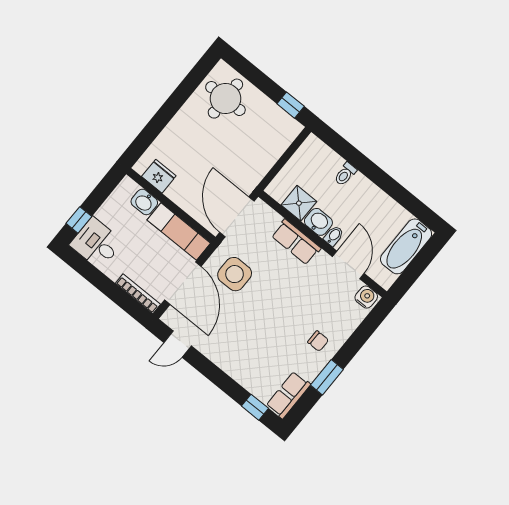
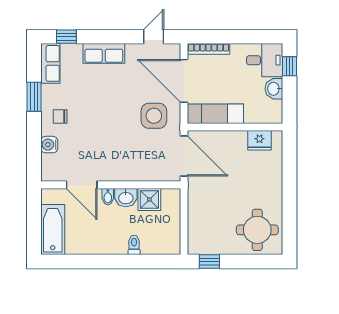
washbasin: (144, 202) -> (274, 89), moved, turned -90
row of seats: (296, 242) -> (104, 53), moved, turned 180
water cooler: (366, 297) -> (49, 145), moved, turned 90

